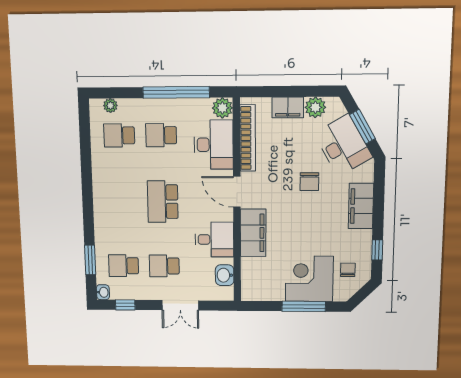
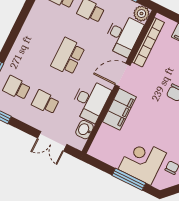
door: (237, 192) -> (123, 75), hinge flipped
desk: (214, 239) -> (90, 101), width x1.37
double door: (180, 305) -> (52, 141), moved

